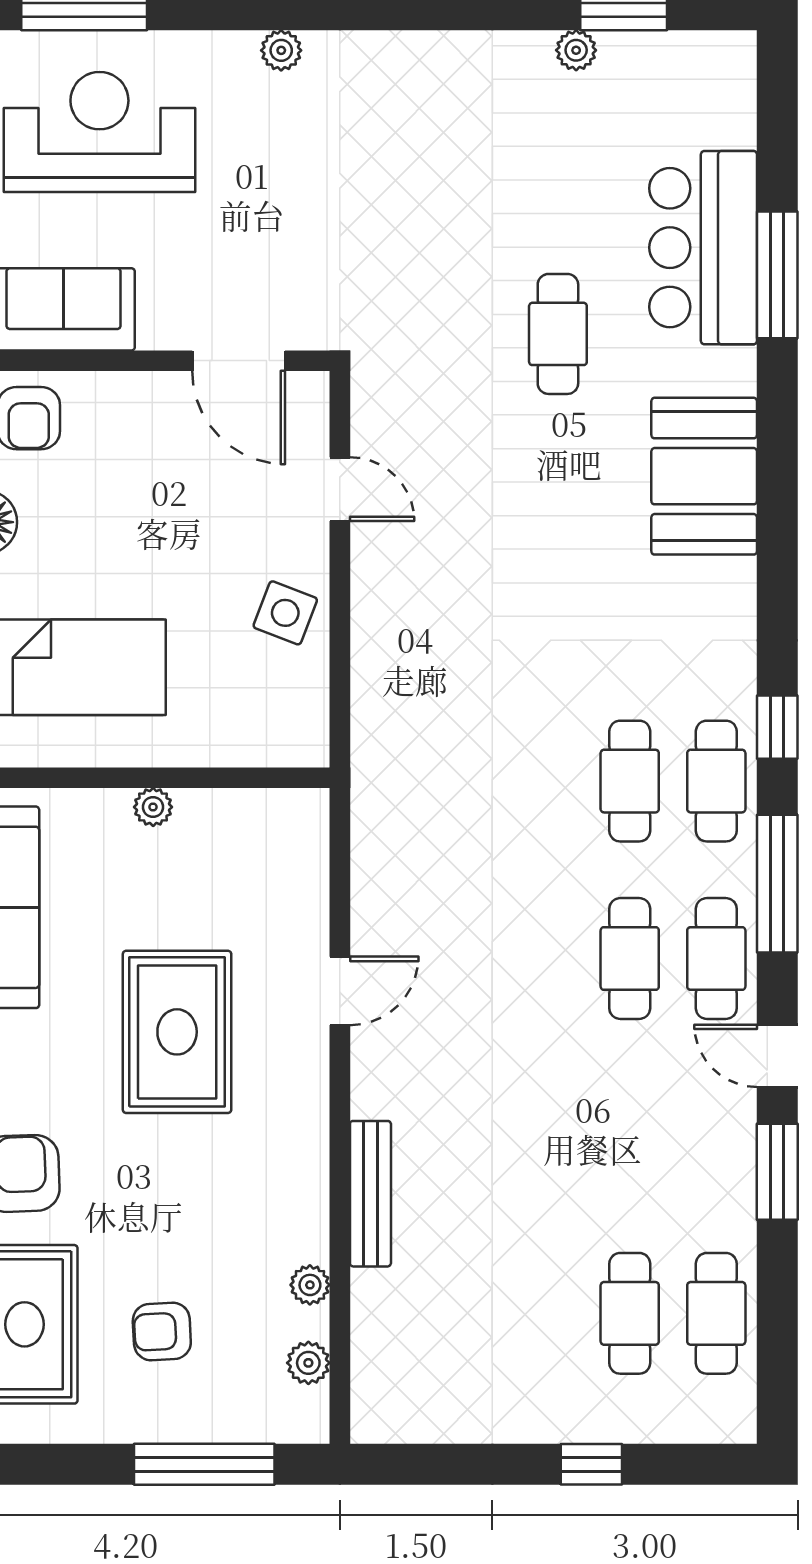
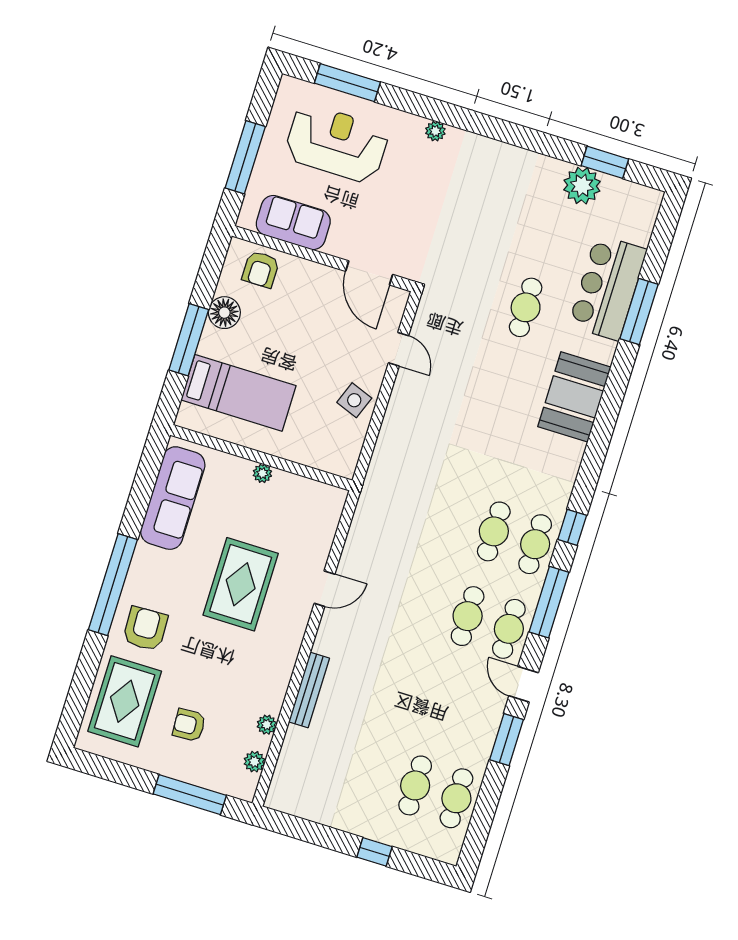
plant: (576, 50) -> (582, 186), width x1.88, depth x1.88

